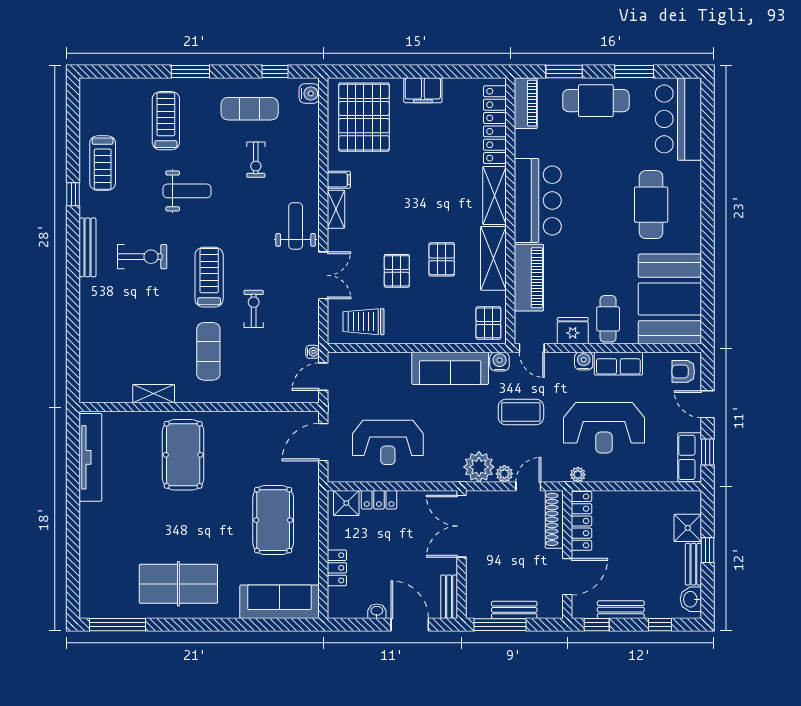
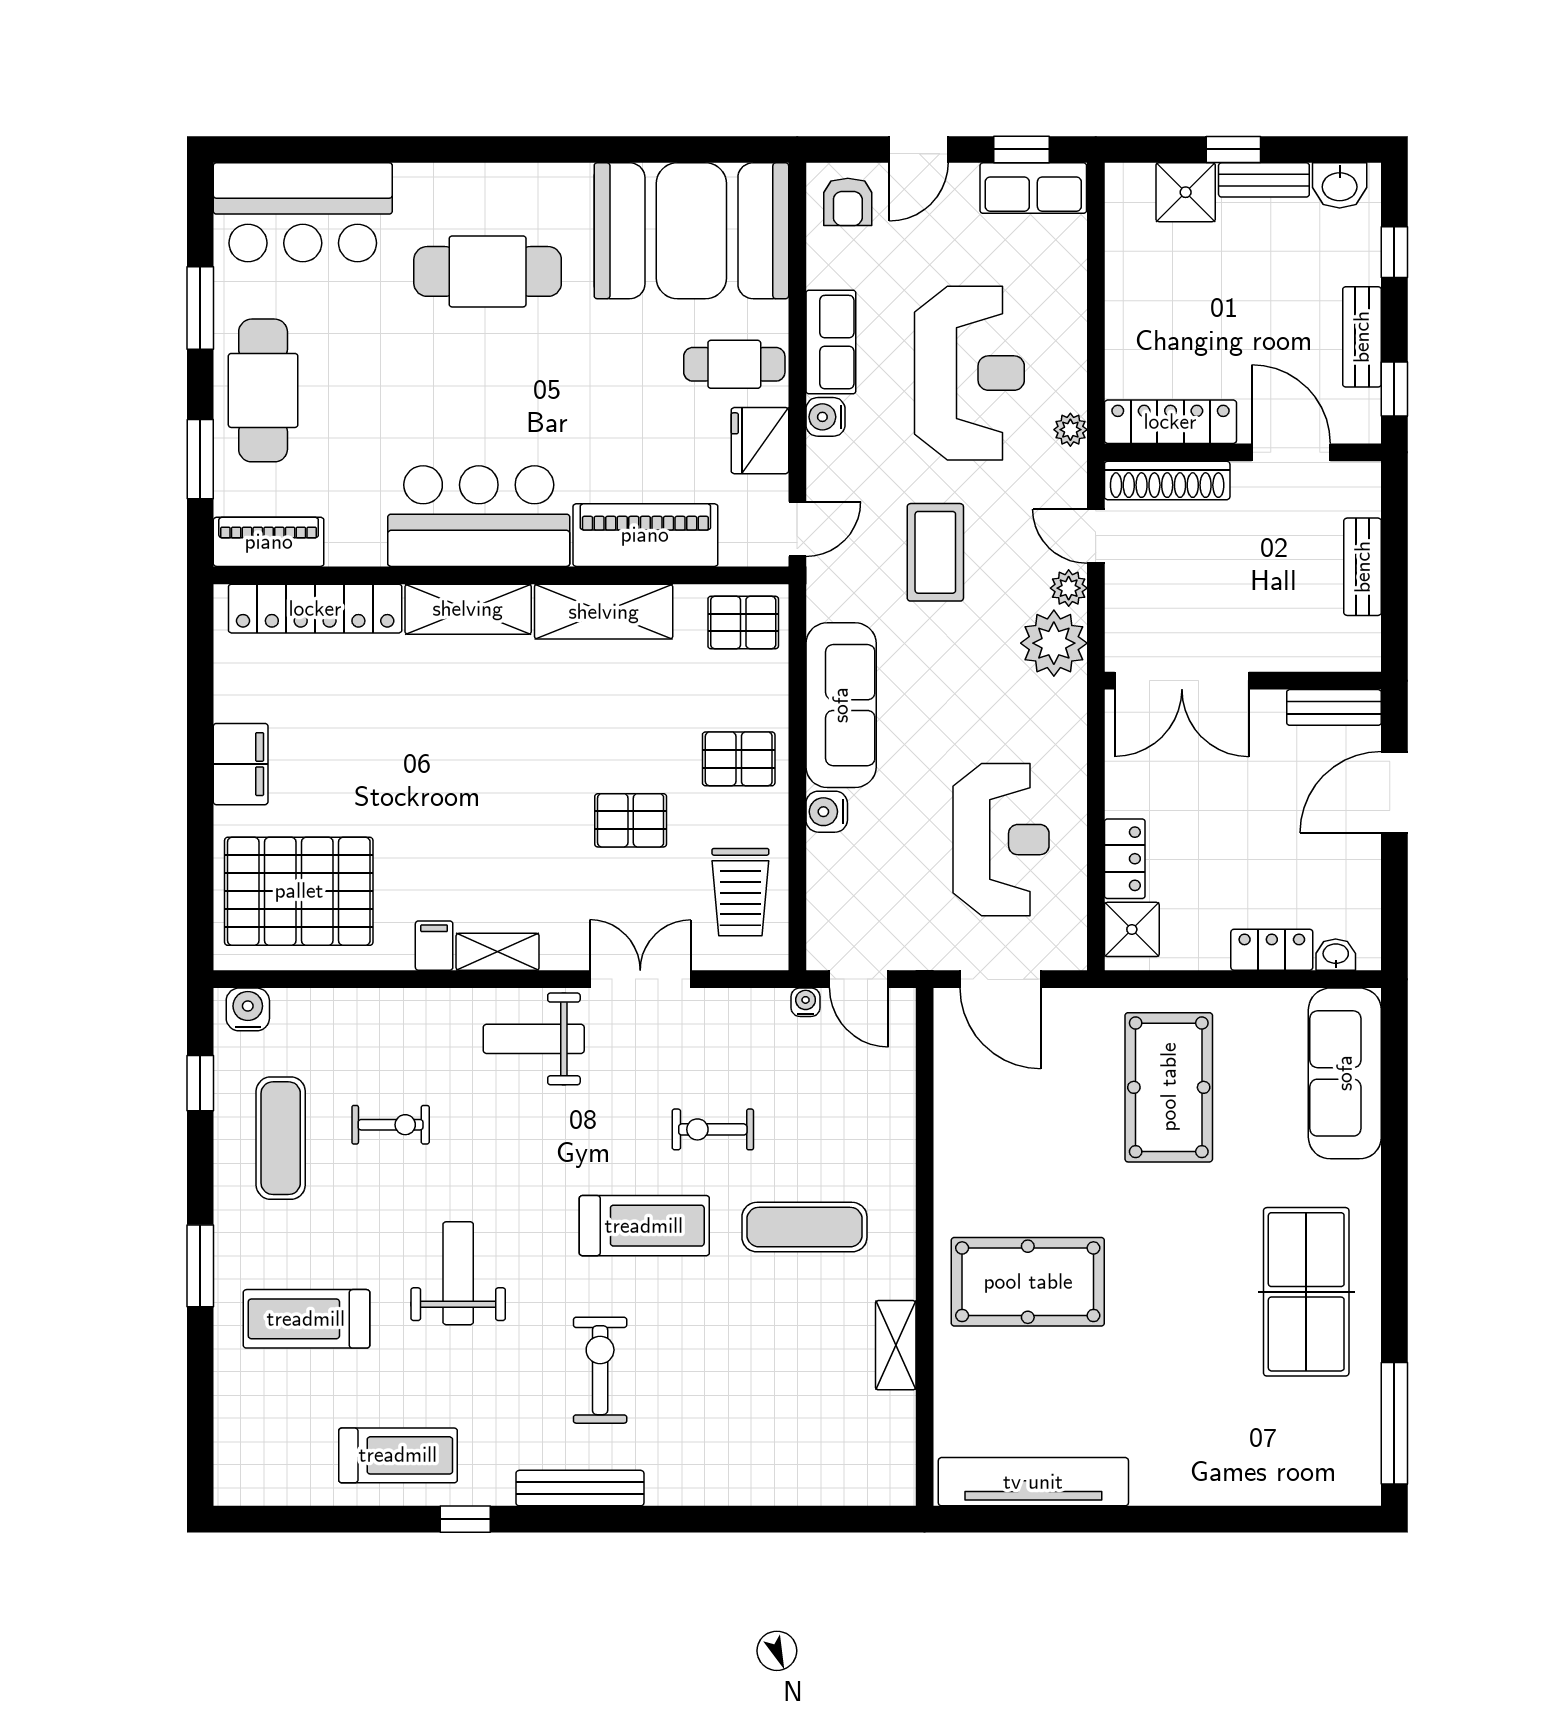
pallet: (442, 259) -> (739, 759), moved
treadmill: (209, 277) -> (644, 1226), turned 180
water cooler: (500, 362) -> (827, 812), moved
pool table: (273, 520) -> (1169, 1087), turned 90
washbasin: (377, 611) -> (1336, 955), moved, turned 90
window: (500, 625) -> (1394, 598), removed

